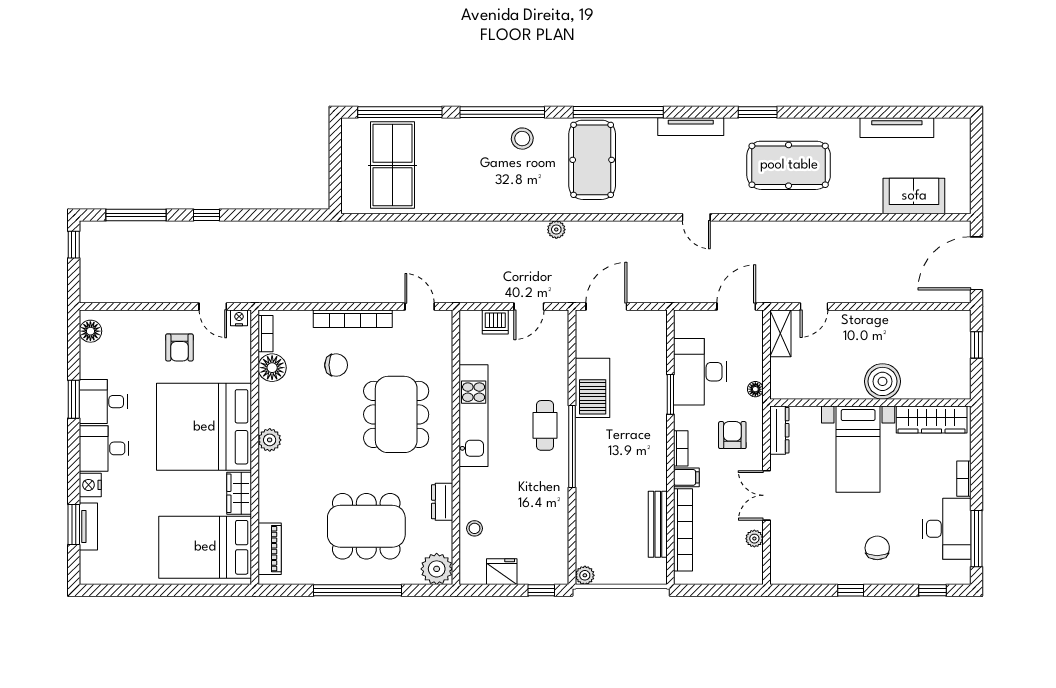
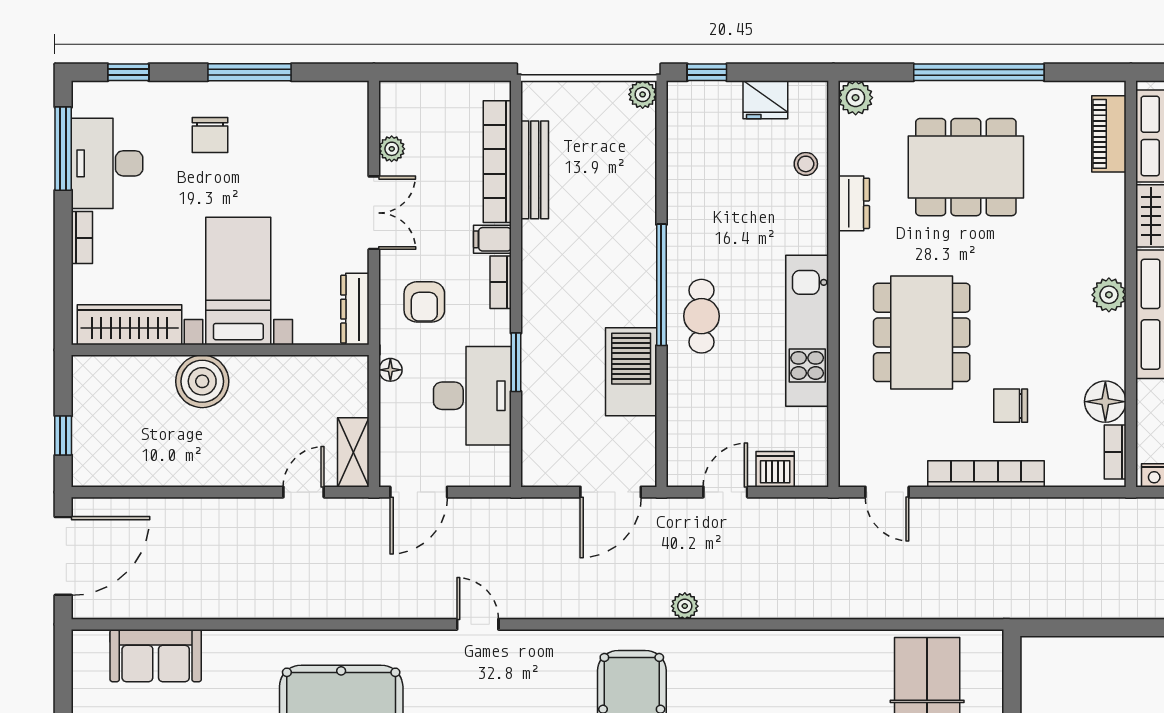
plant: (437, 569) -> (856, 98), width x0.73, depth x0.73
window: (851, 590) -> (250, 72), width x2.17

